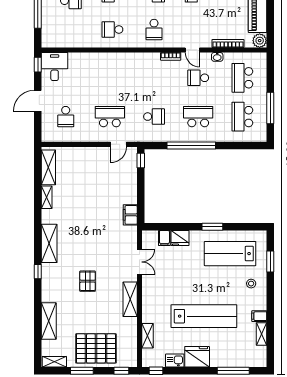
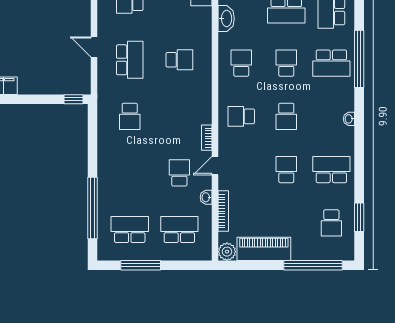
washbasin: (78, 41) -> (226, 19), added
school desk: (198, 117) -> (179, 60), moved, width x0.54
door: (118, 144) -> (94, 47), moved
window: (191, 146) -> (93, 208), moved

